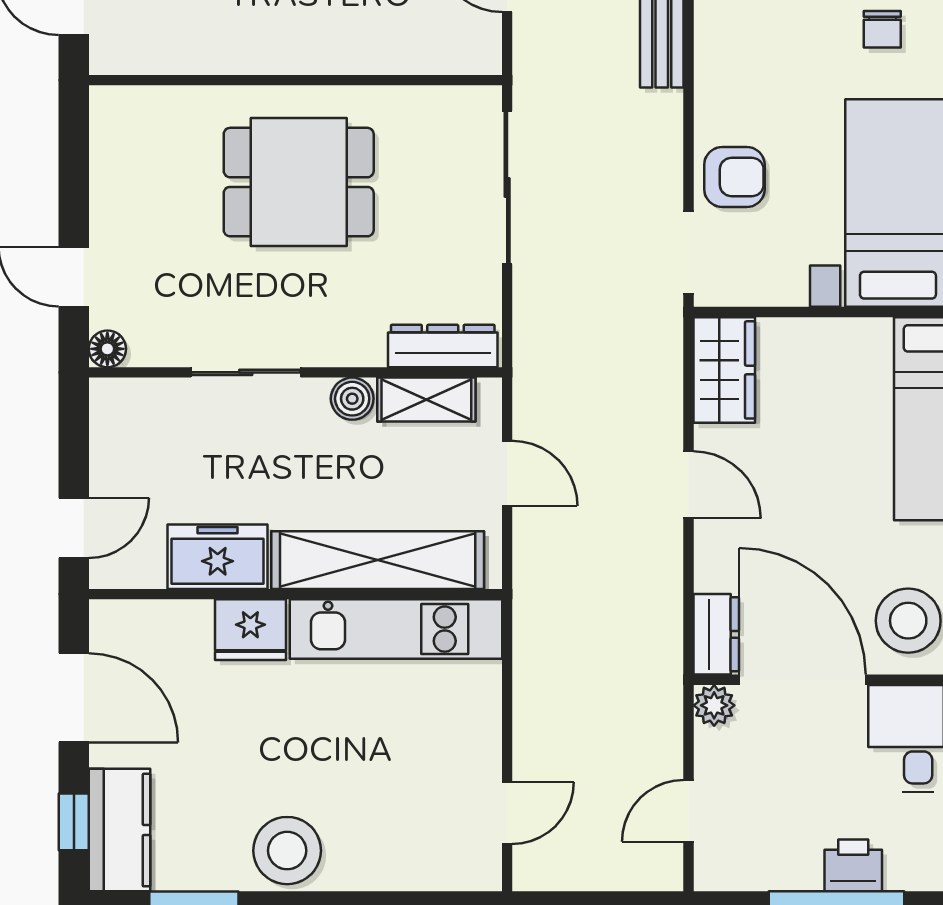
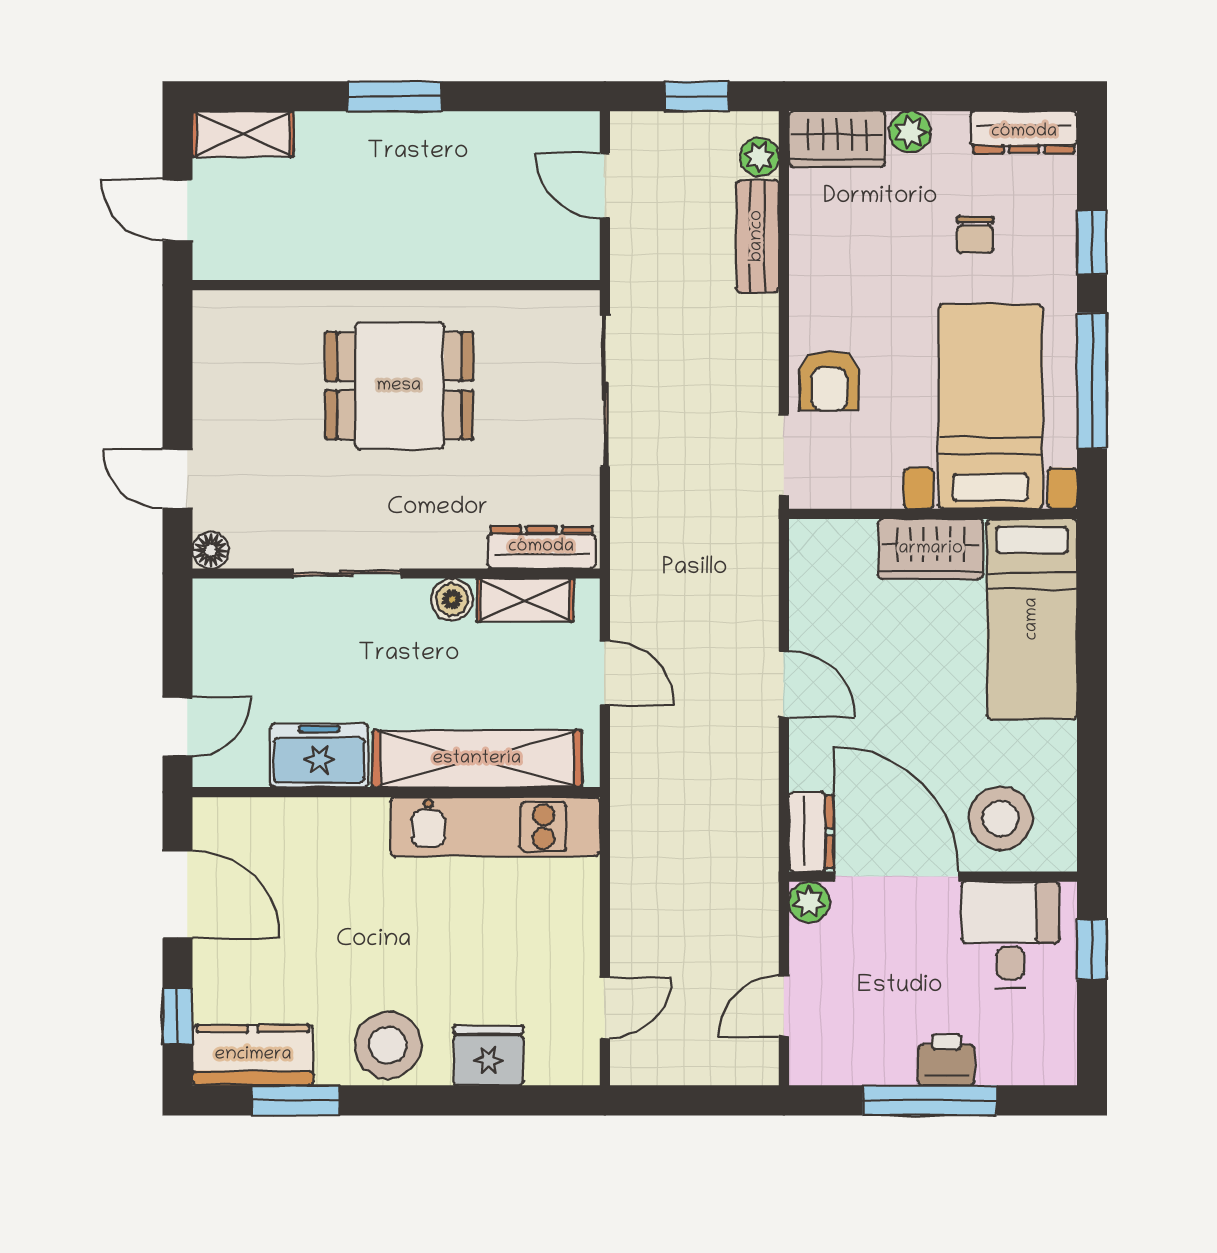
armchair: (734, 177) -> (829, 381), turned 90
wardrobe: (724, 370) -> (931, 549), moved, turned 90
fridge: (250, 630) -> (488, 1055), moved, turned 180
kitchen counter: (120, 830) -> (253, 1055), moved, turned -90

